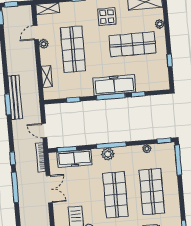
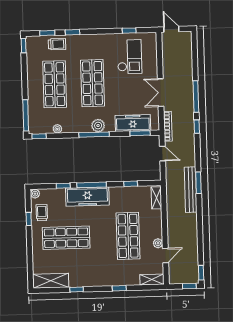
display table: (107, 17) -> (91, 268), removed
plant: (160, 24) -> (35, 194), moved
trolley: (157, 67) -> (42, 213), added
shelving: (47, 77) -> (156, 198), moved

